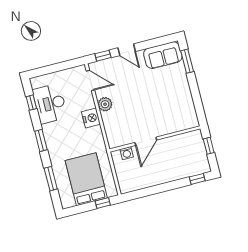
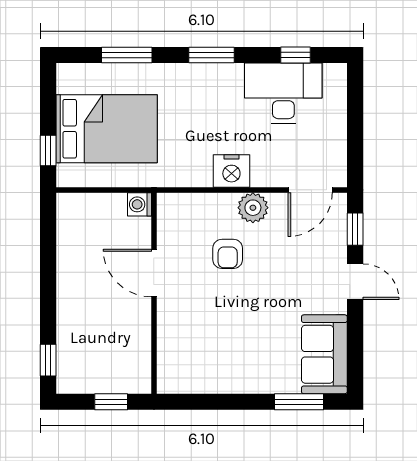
door: (127, 50) -> (355, 282), swing flipped
armchair: (129, 110) -> (228, 254), added
washing machine: (127, 153) -> (140, 204), moved

